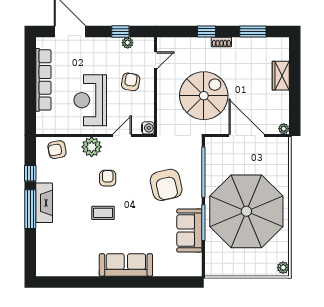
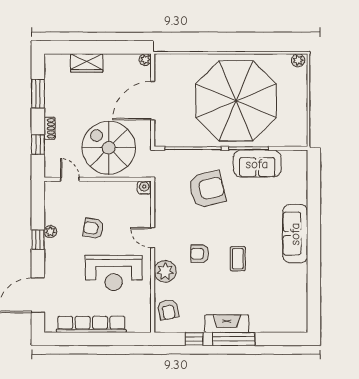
door: (156, 60) -> (70, 179), moved
wall: (156, 86) -> (98, 179), moved
water cooler: (148, 128) -> (144, 188), moved

